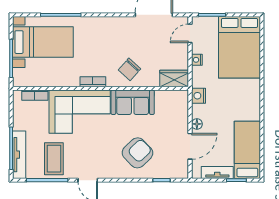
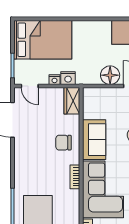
chair: (129, 69) -> (63, 143), turned 138
nightstand: (199, 96) -> (68, 78), moved
floor lamp: (197, 124) -> (110, 75), width x1.89, depth x1.89

